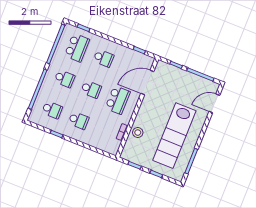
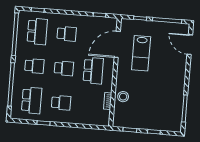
door: (214, 103) -> (190, 45), hinge flipped
school desk: (52, 110) -> (32, 100), width x1.85
lab bench: (174, 136) -> (141, 53), moved, width x0.54, depth x0.72

